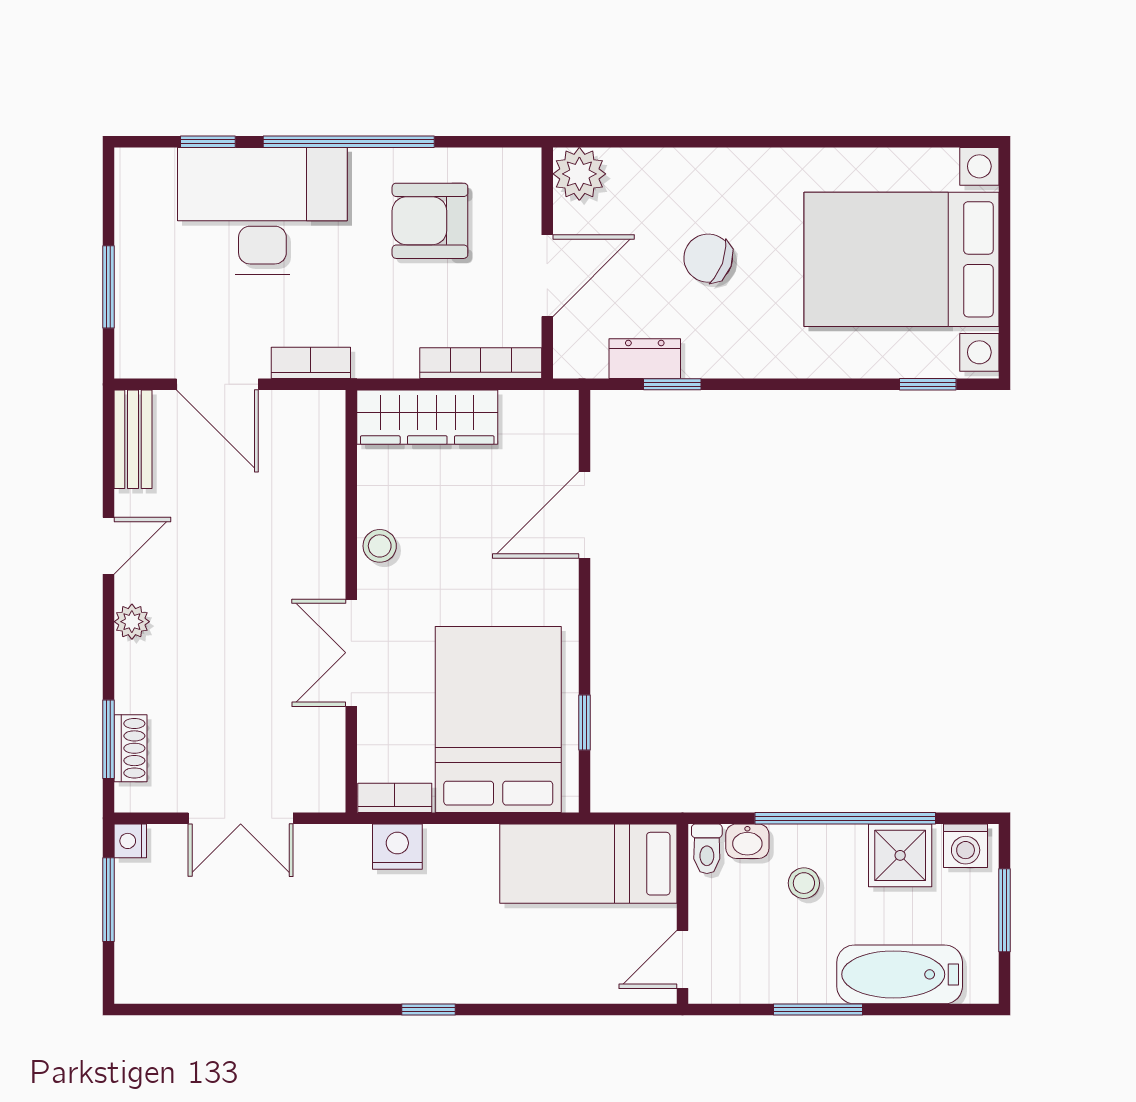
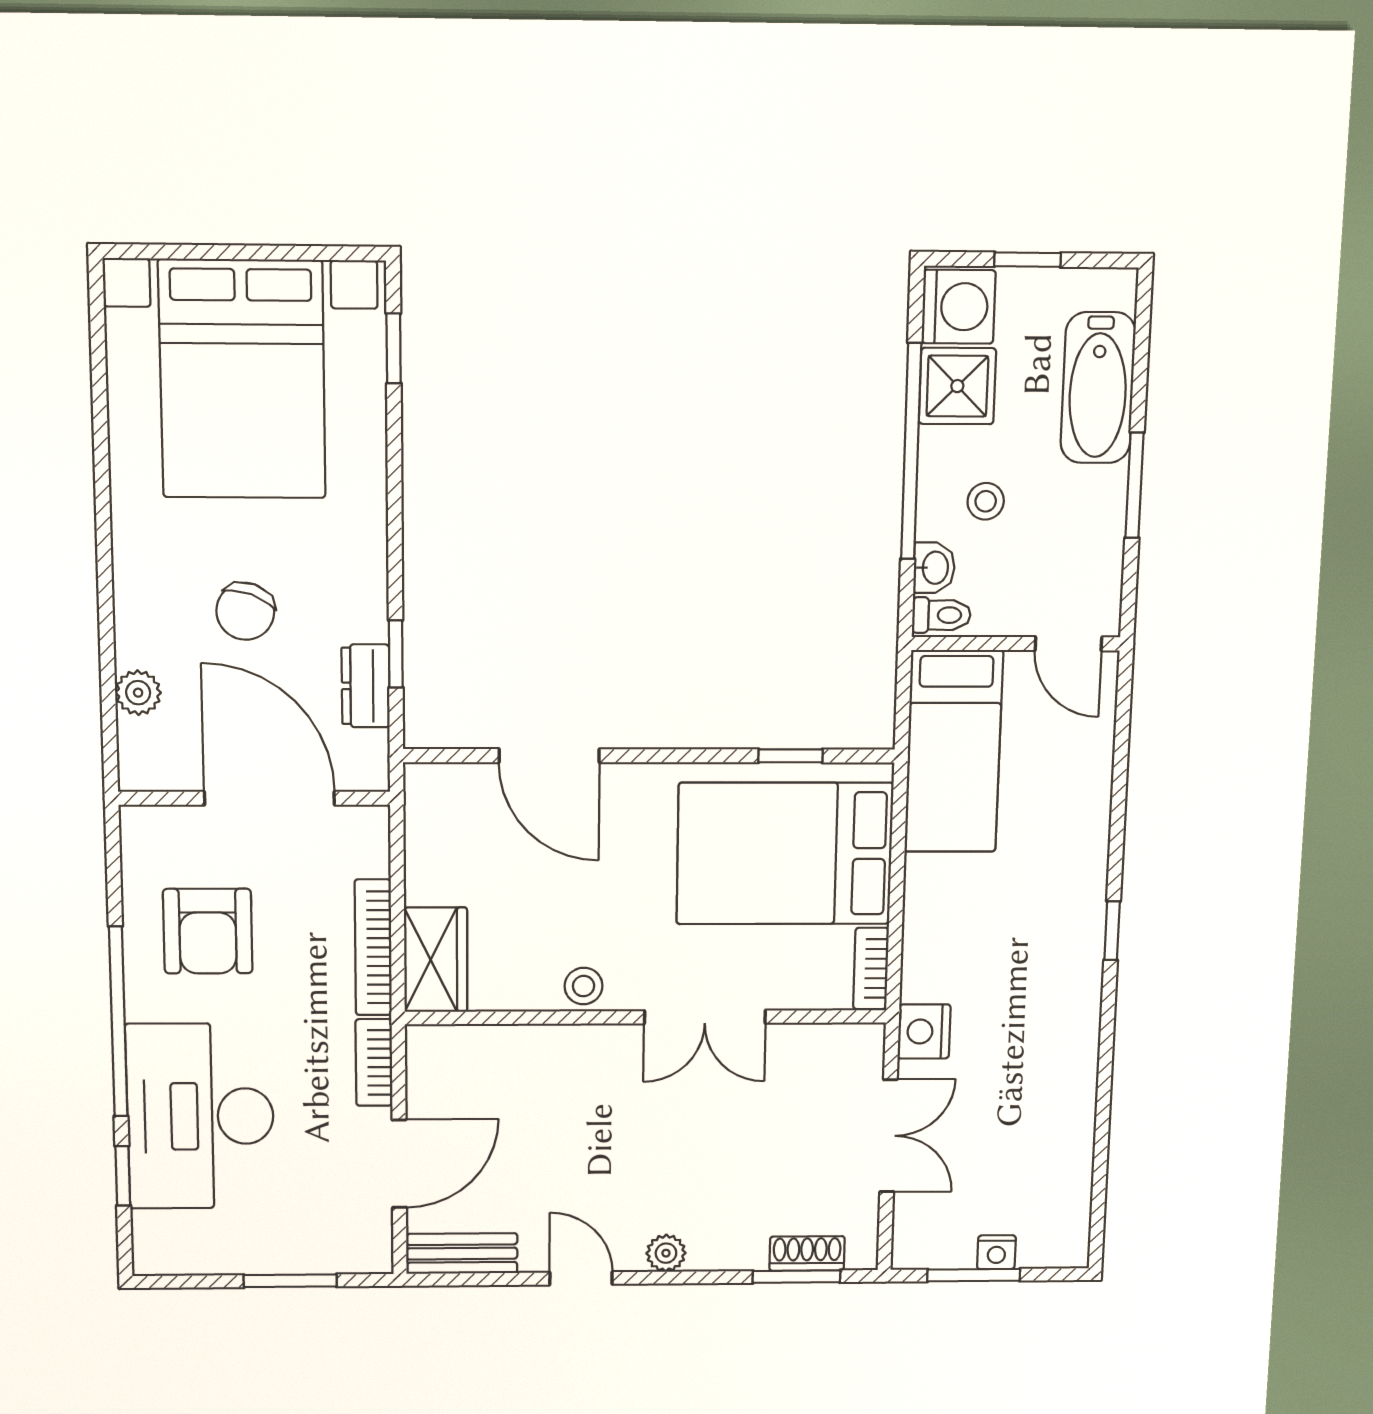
plant: (579, 174) -> (138, 693), moved, width x0.73, depth x0.73
door: (547, 276) -> (269, 798), width x1.36
bookcase: (481, 363) -> (373, 947), moved
wardrobe: (427, 417) -> (436, 960), width x0.67
nightstand: (130, 841) -> (996, 1252), moved
washing machine: (966, 846) -> (959, 307), width x1.38, depth x1.38
nightstand: (397, 847) -> (924, 1031), moved
window: (1004, 910) -> (1028, 260), width x0.67

